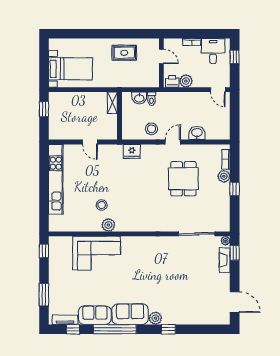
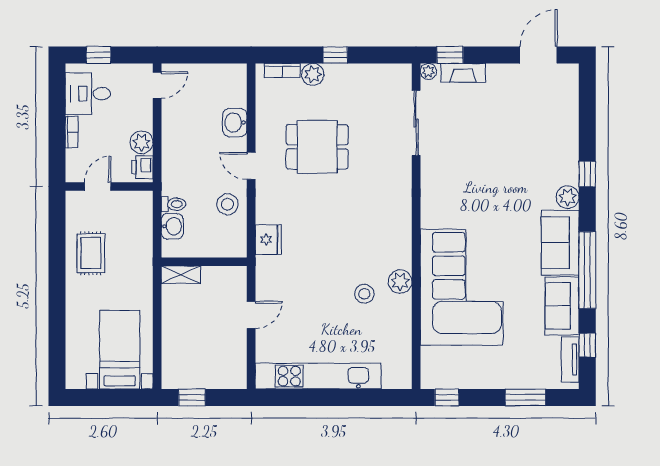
corner sofa: (97, 253) -> (462, 287), width x1.36, depth x1.36

